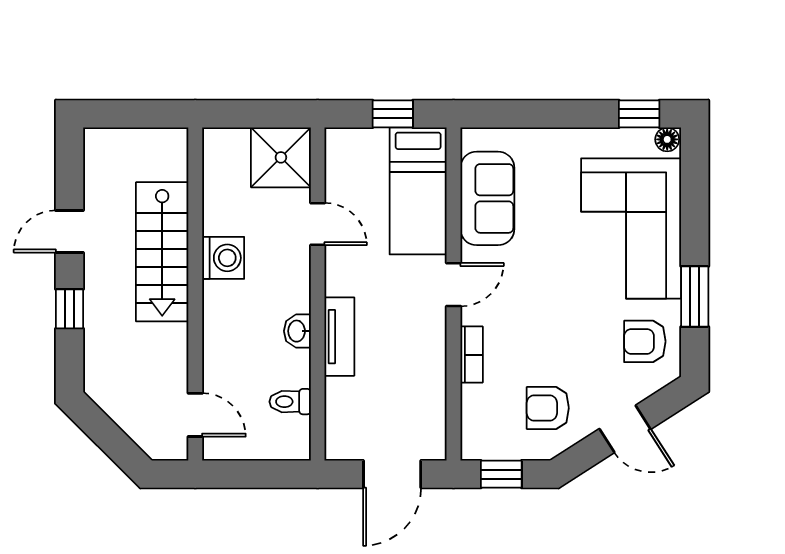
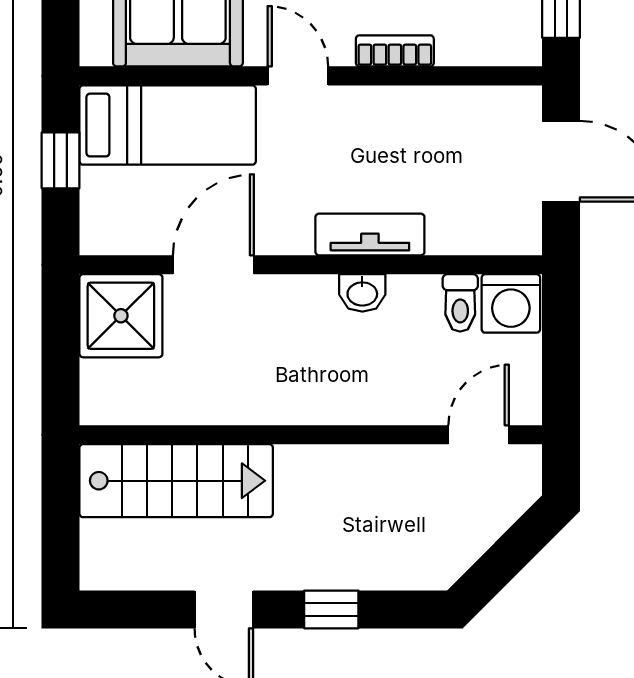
door: (318, 224) -> (213, 265), width x1.38
stairs: (162, 252) -> (176, 481), moved
washing machine: (223, 258) -> (511, 303), moved, turned 180

